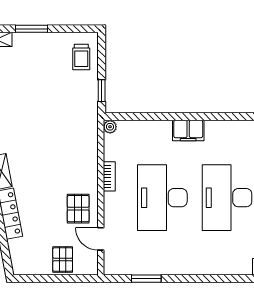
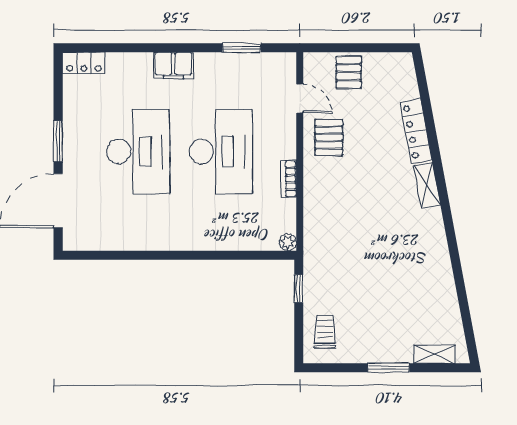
filing cabinet: (188, 130) -> (173, 65), moved, turned 180

